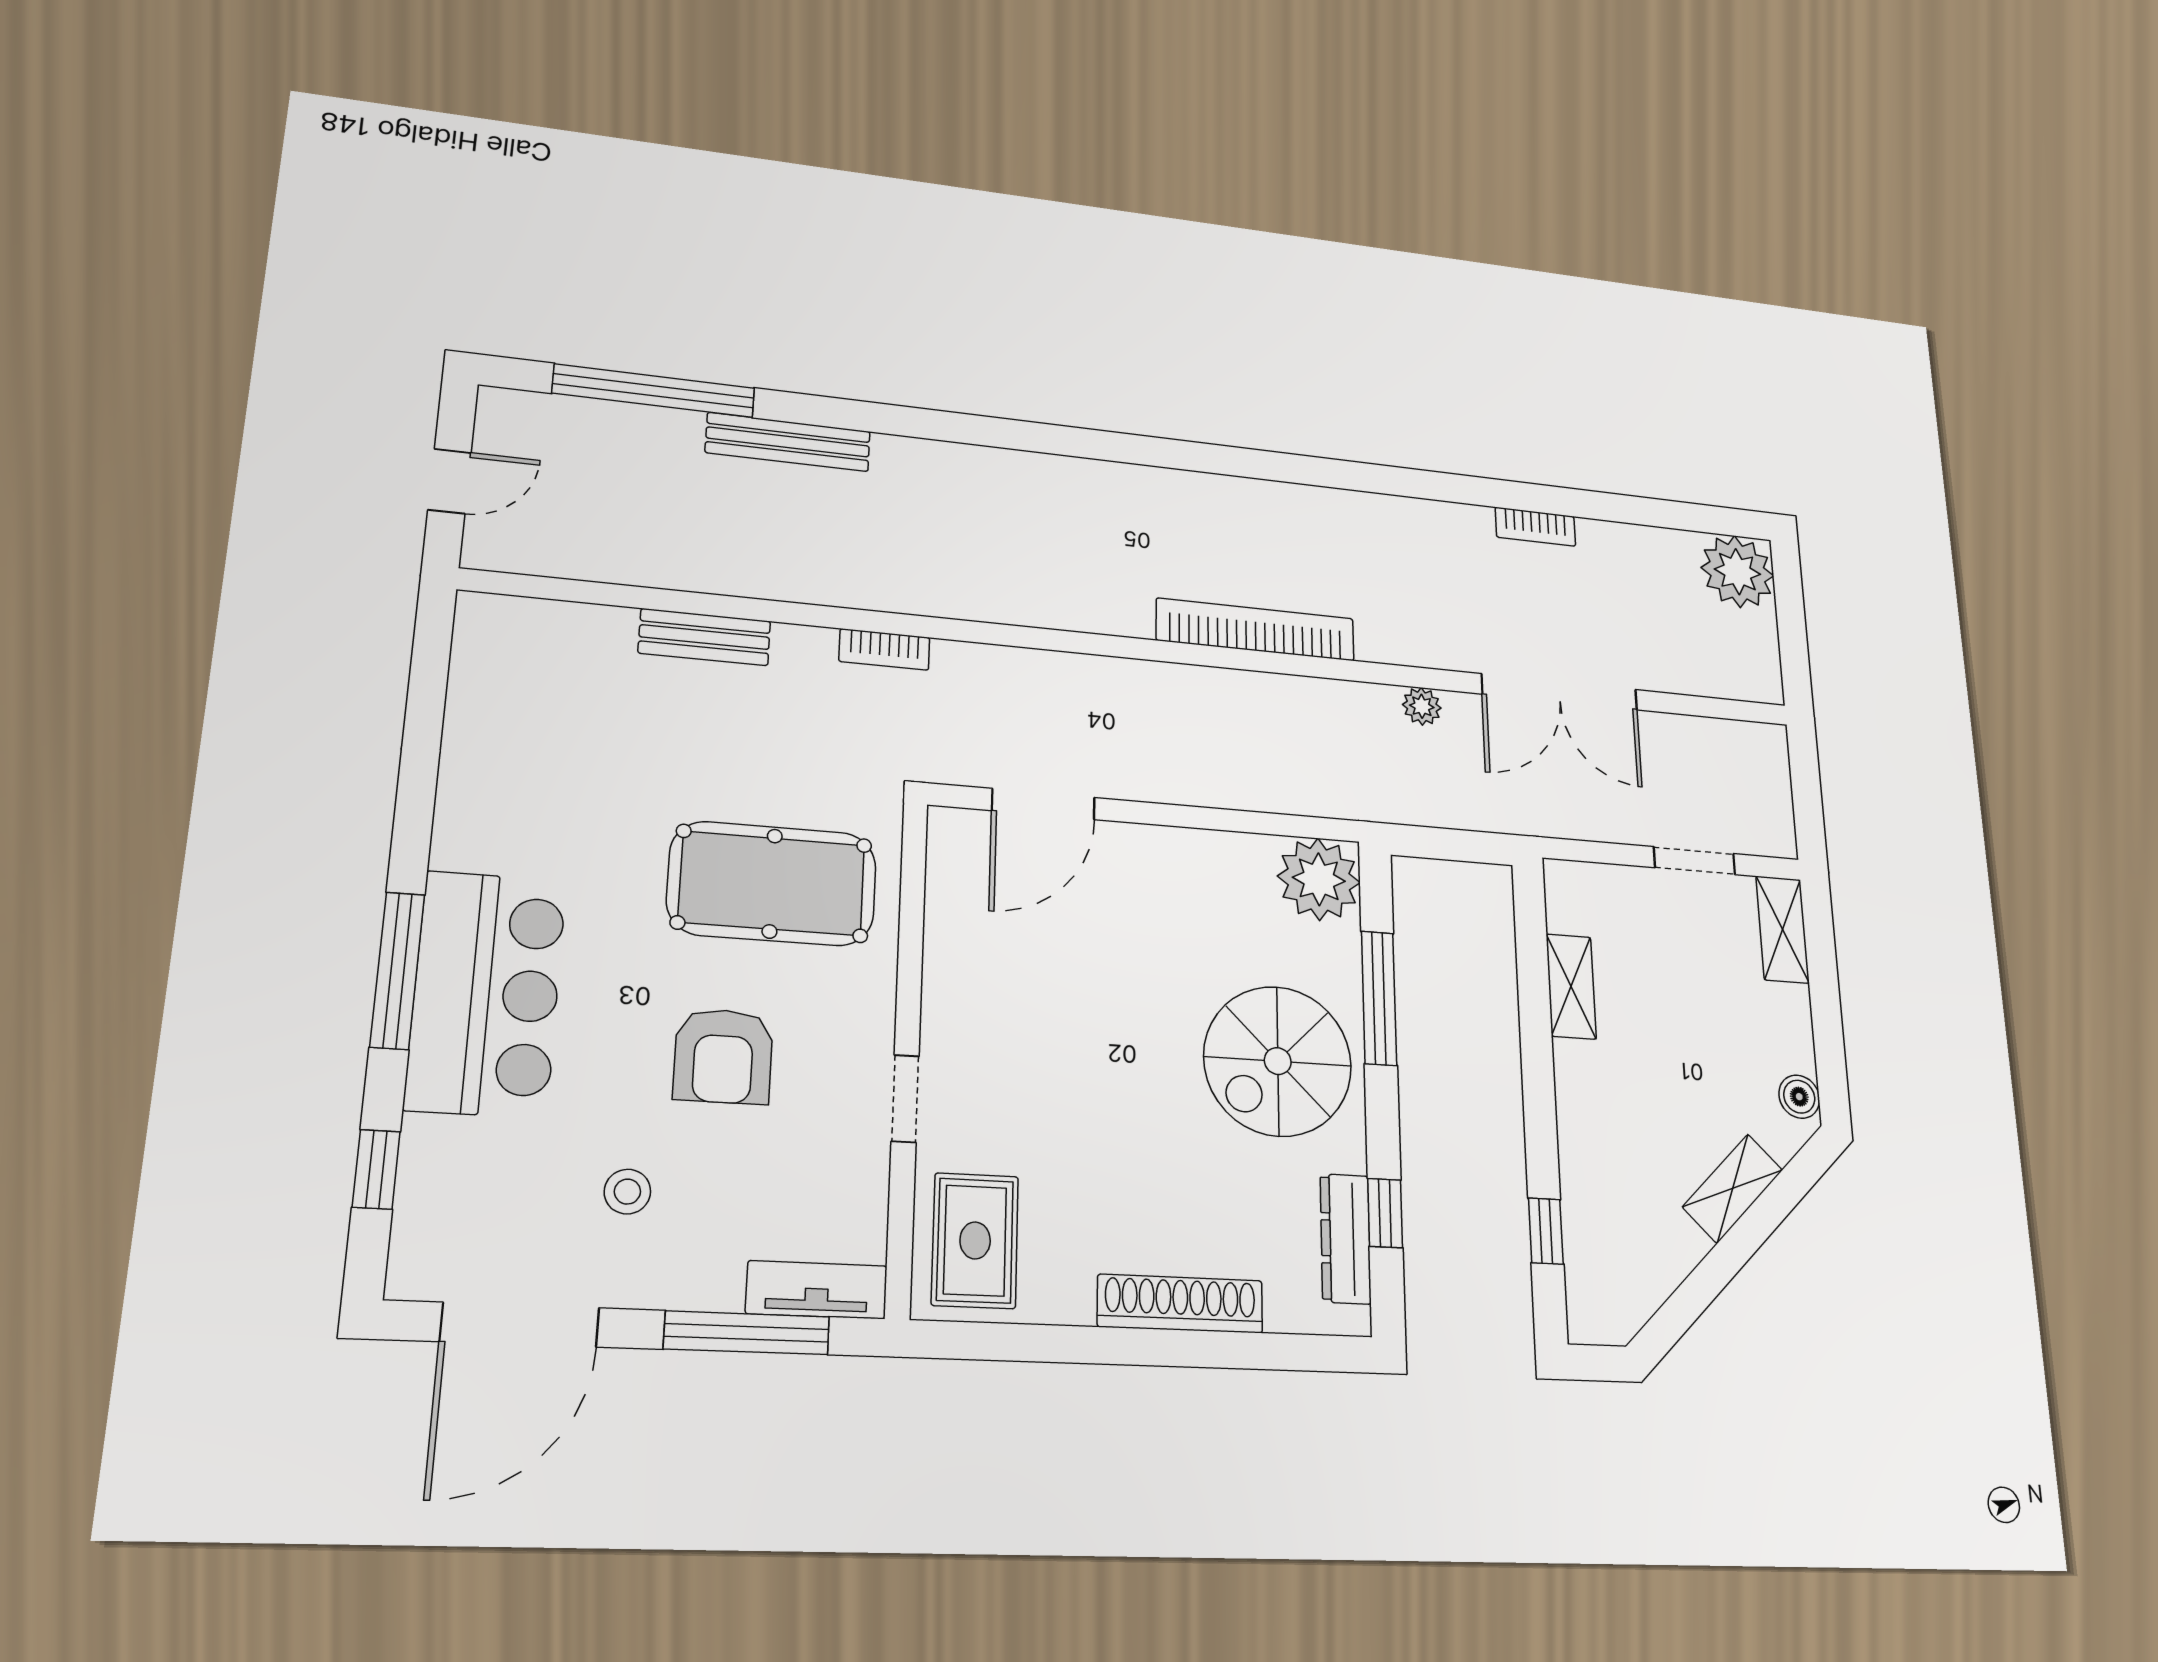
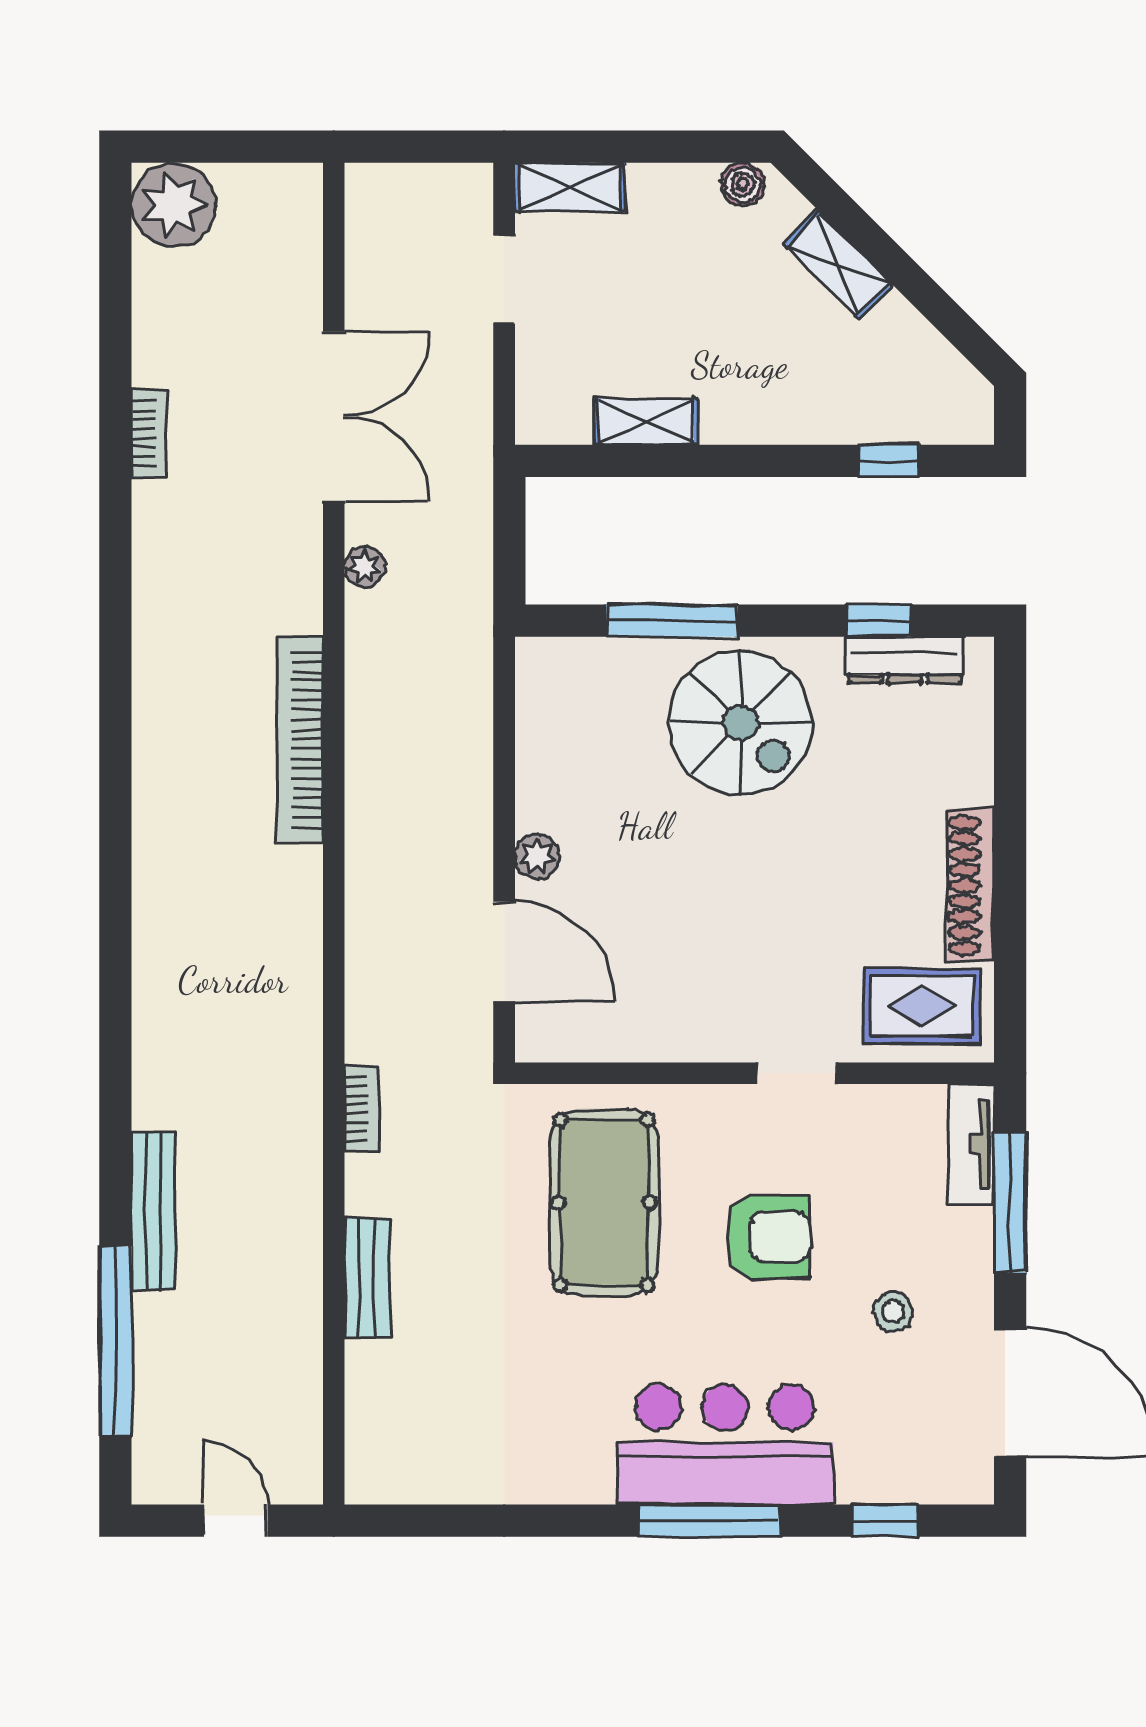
plant: (1319, 879) -> (537, 857), moved, width x0.53, depth x0.53
shoe rack: (1180, 1304) -> (970, 885), moved

